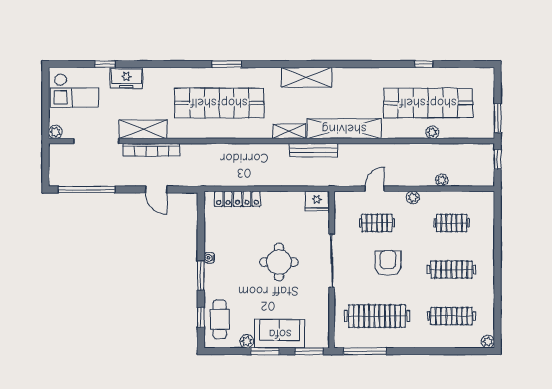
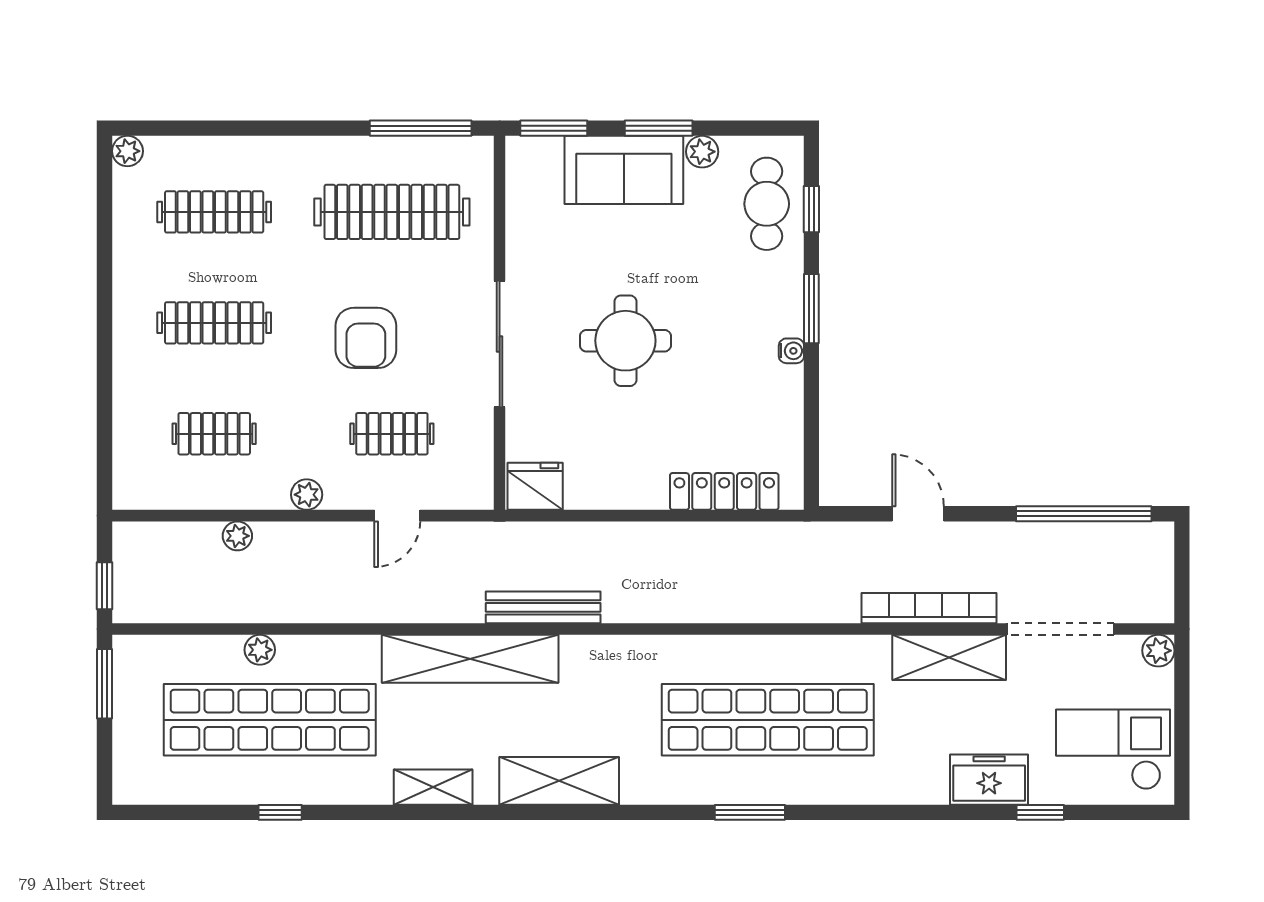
shelving: (289, 131) -> (433, 787), moved

